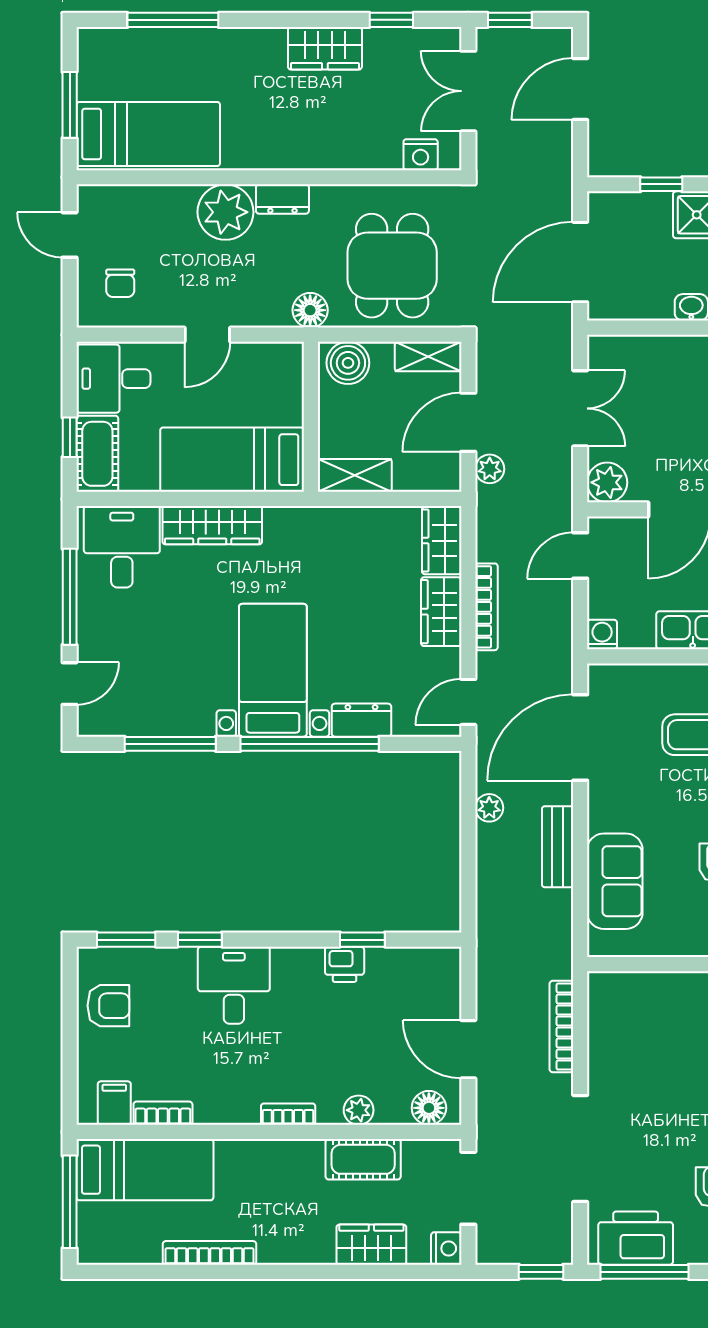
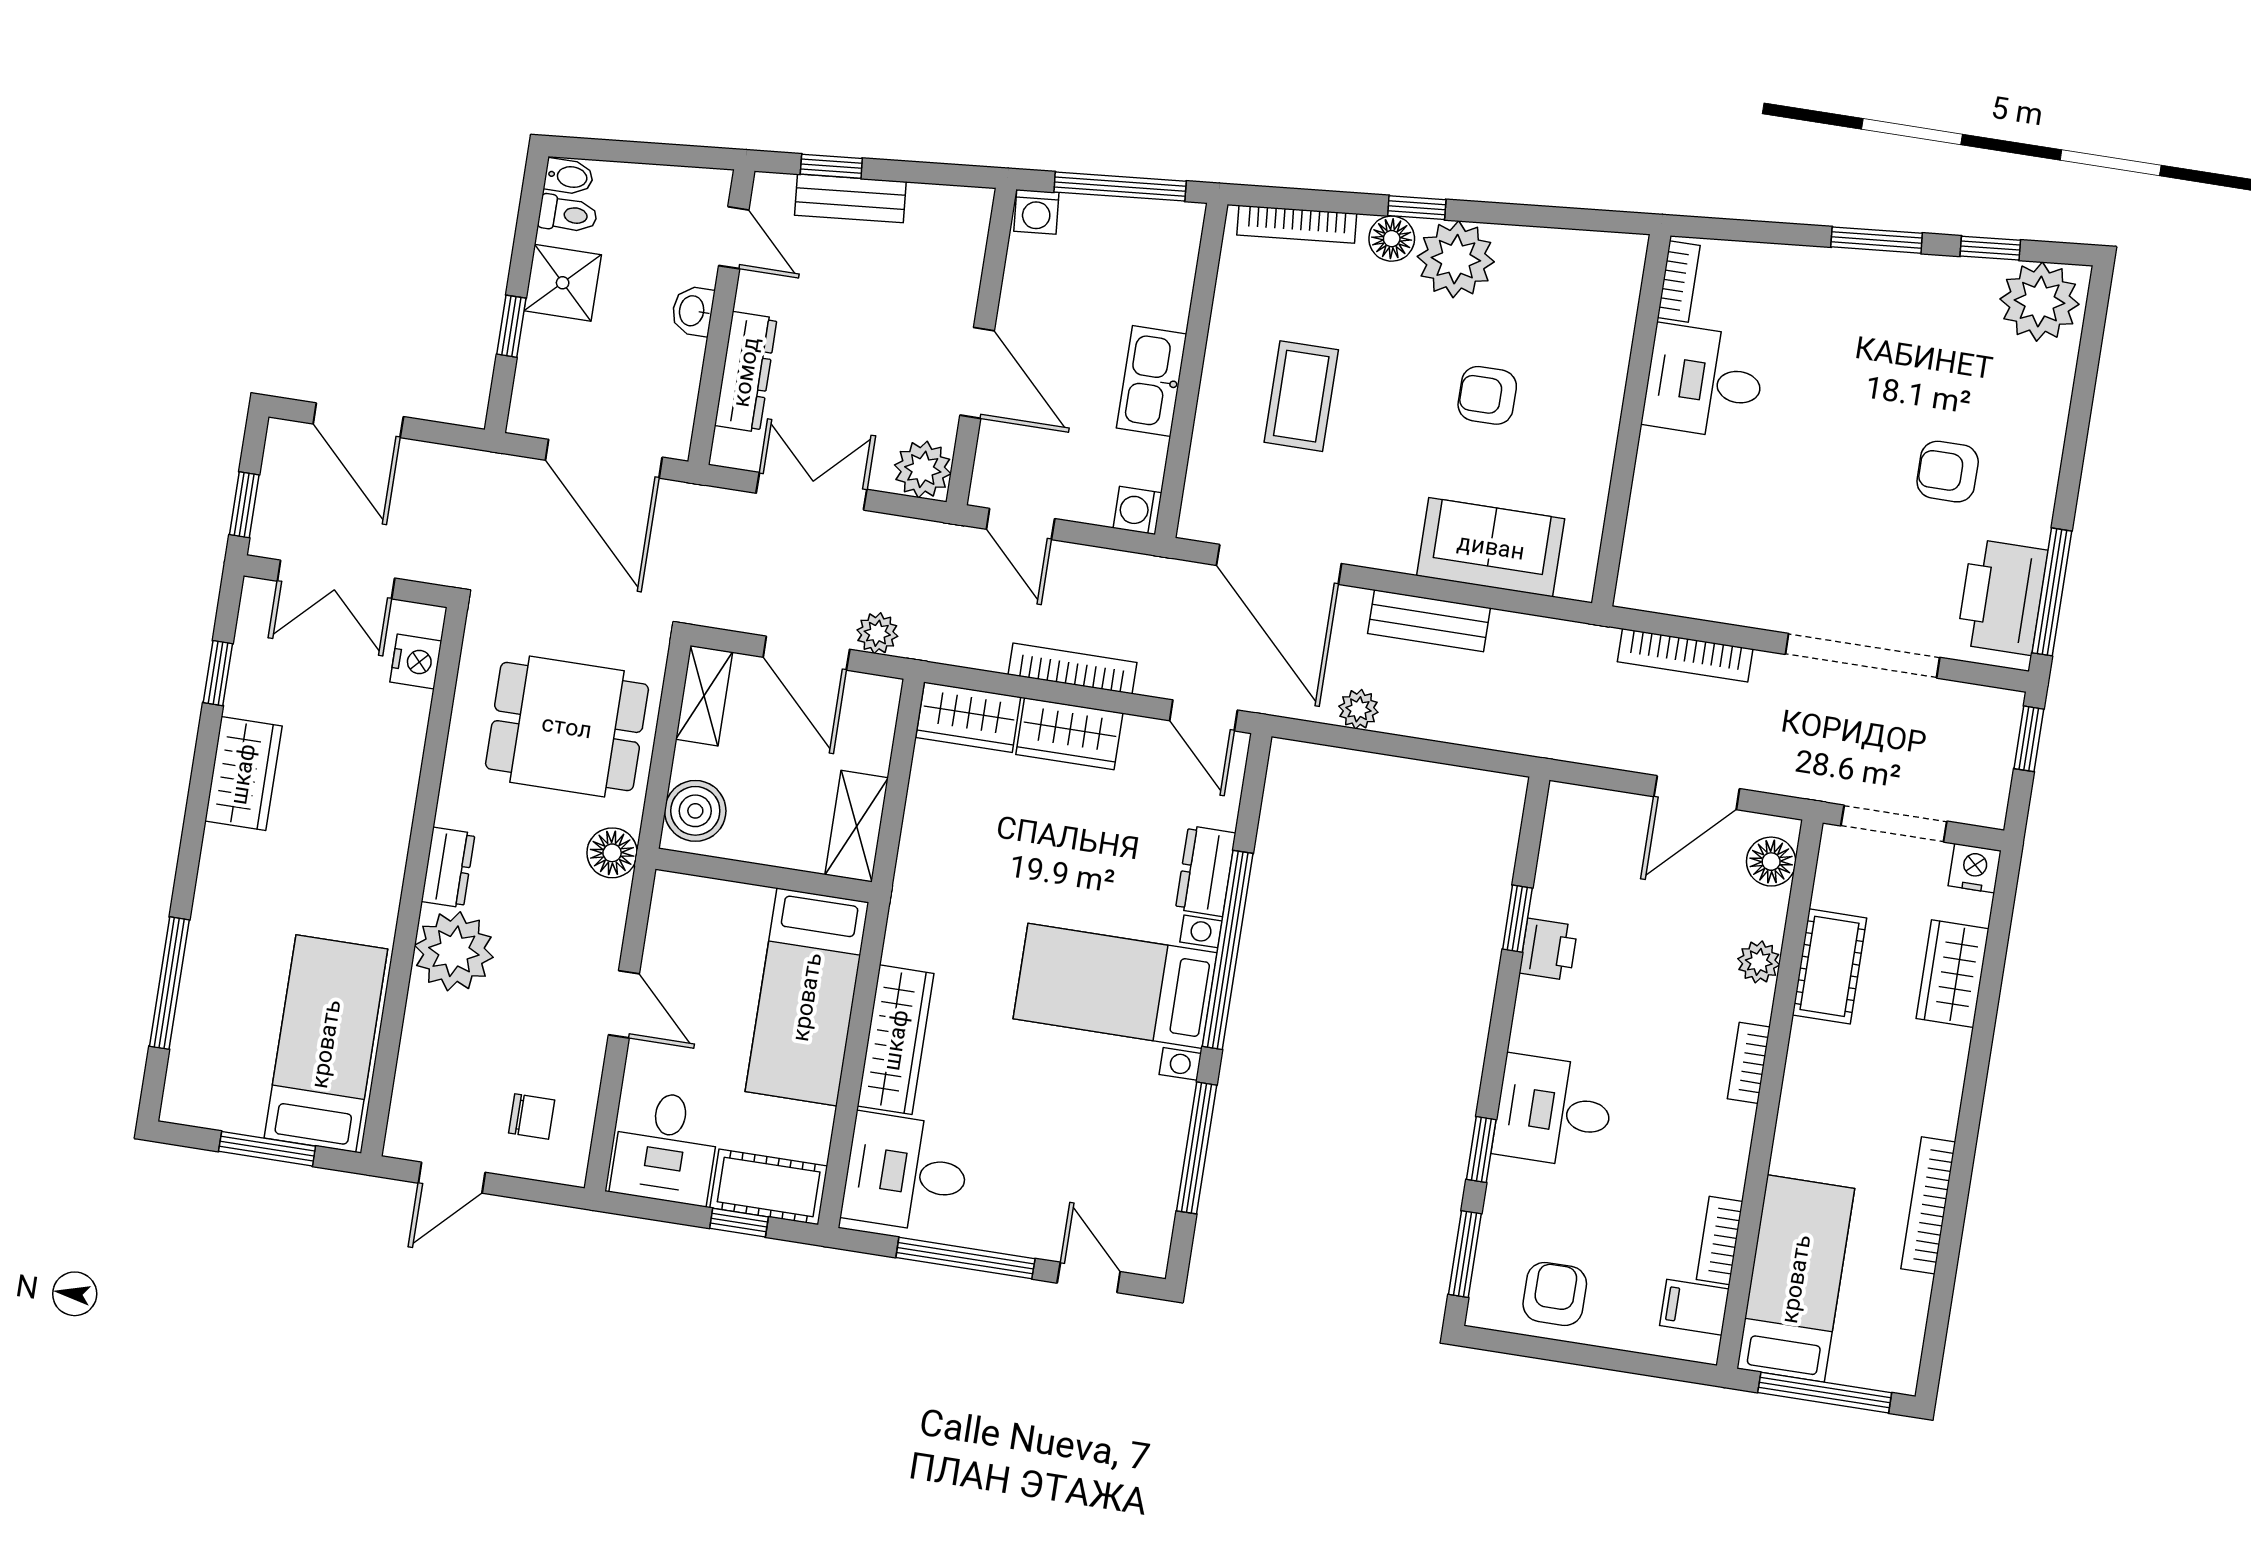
dresser: (655, 350) -> (746, 372), added

